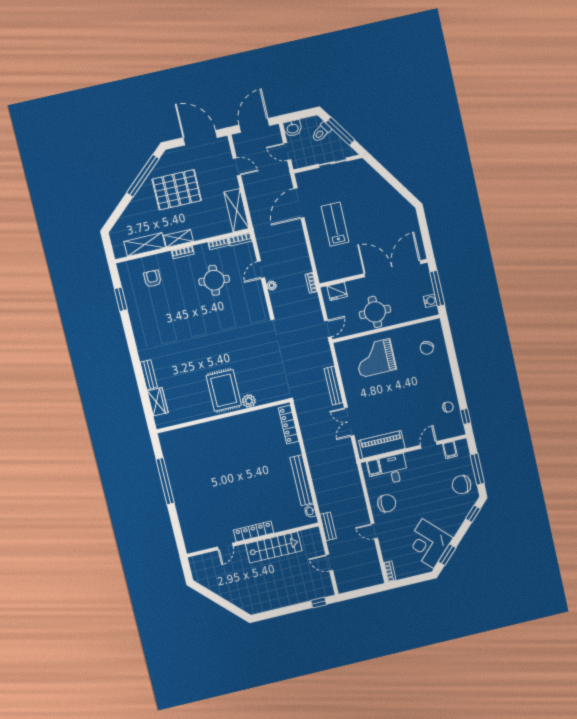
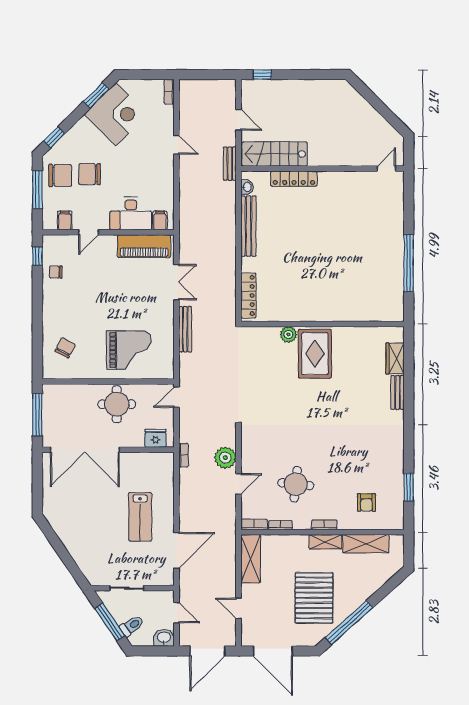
pallet: (177, 190) -> (314, 598), turned 90
plant: (272, 286) -> (225, 458), width x1.88, depth x1.88
water cooler: (430, 301) -> (49, 402), removed
desk: (394, 469) -> (131, 214), width x1.37
chair: (387, 503) -> (90, 174), moved
locker: (254, 531) -> (294, 179), moved
door: (225, 547) -> (386, 169), moved
stairs: (274, 547) -> (275, 154), moved

